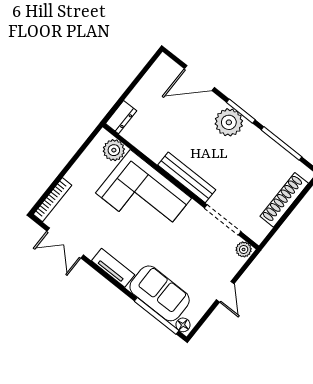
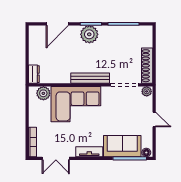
shoe rack: (284, 200) -> (147, 66), moved

